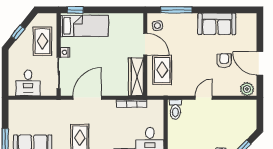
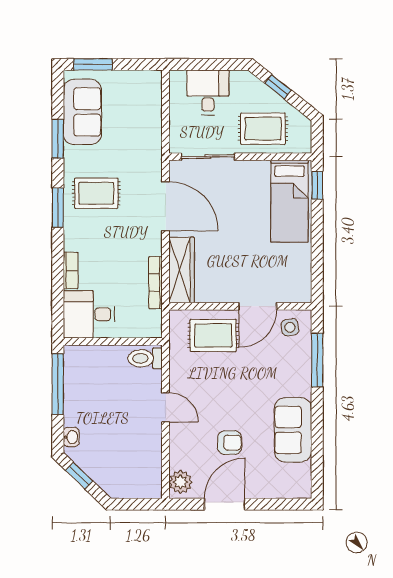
nightstand: (65, 52) -> (244, 168), removed
wardrobe: (136, 77) -> (182, 270), moved, turned 90
desk: (28, 83) -> (208, 92), moved, turned 90

